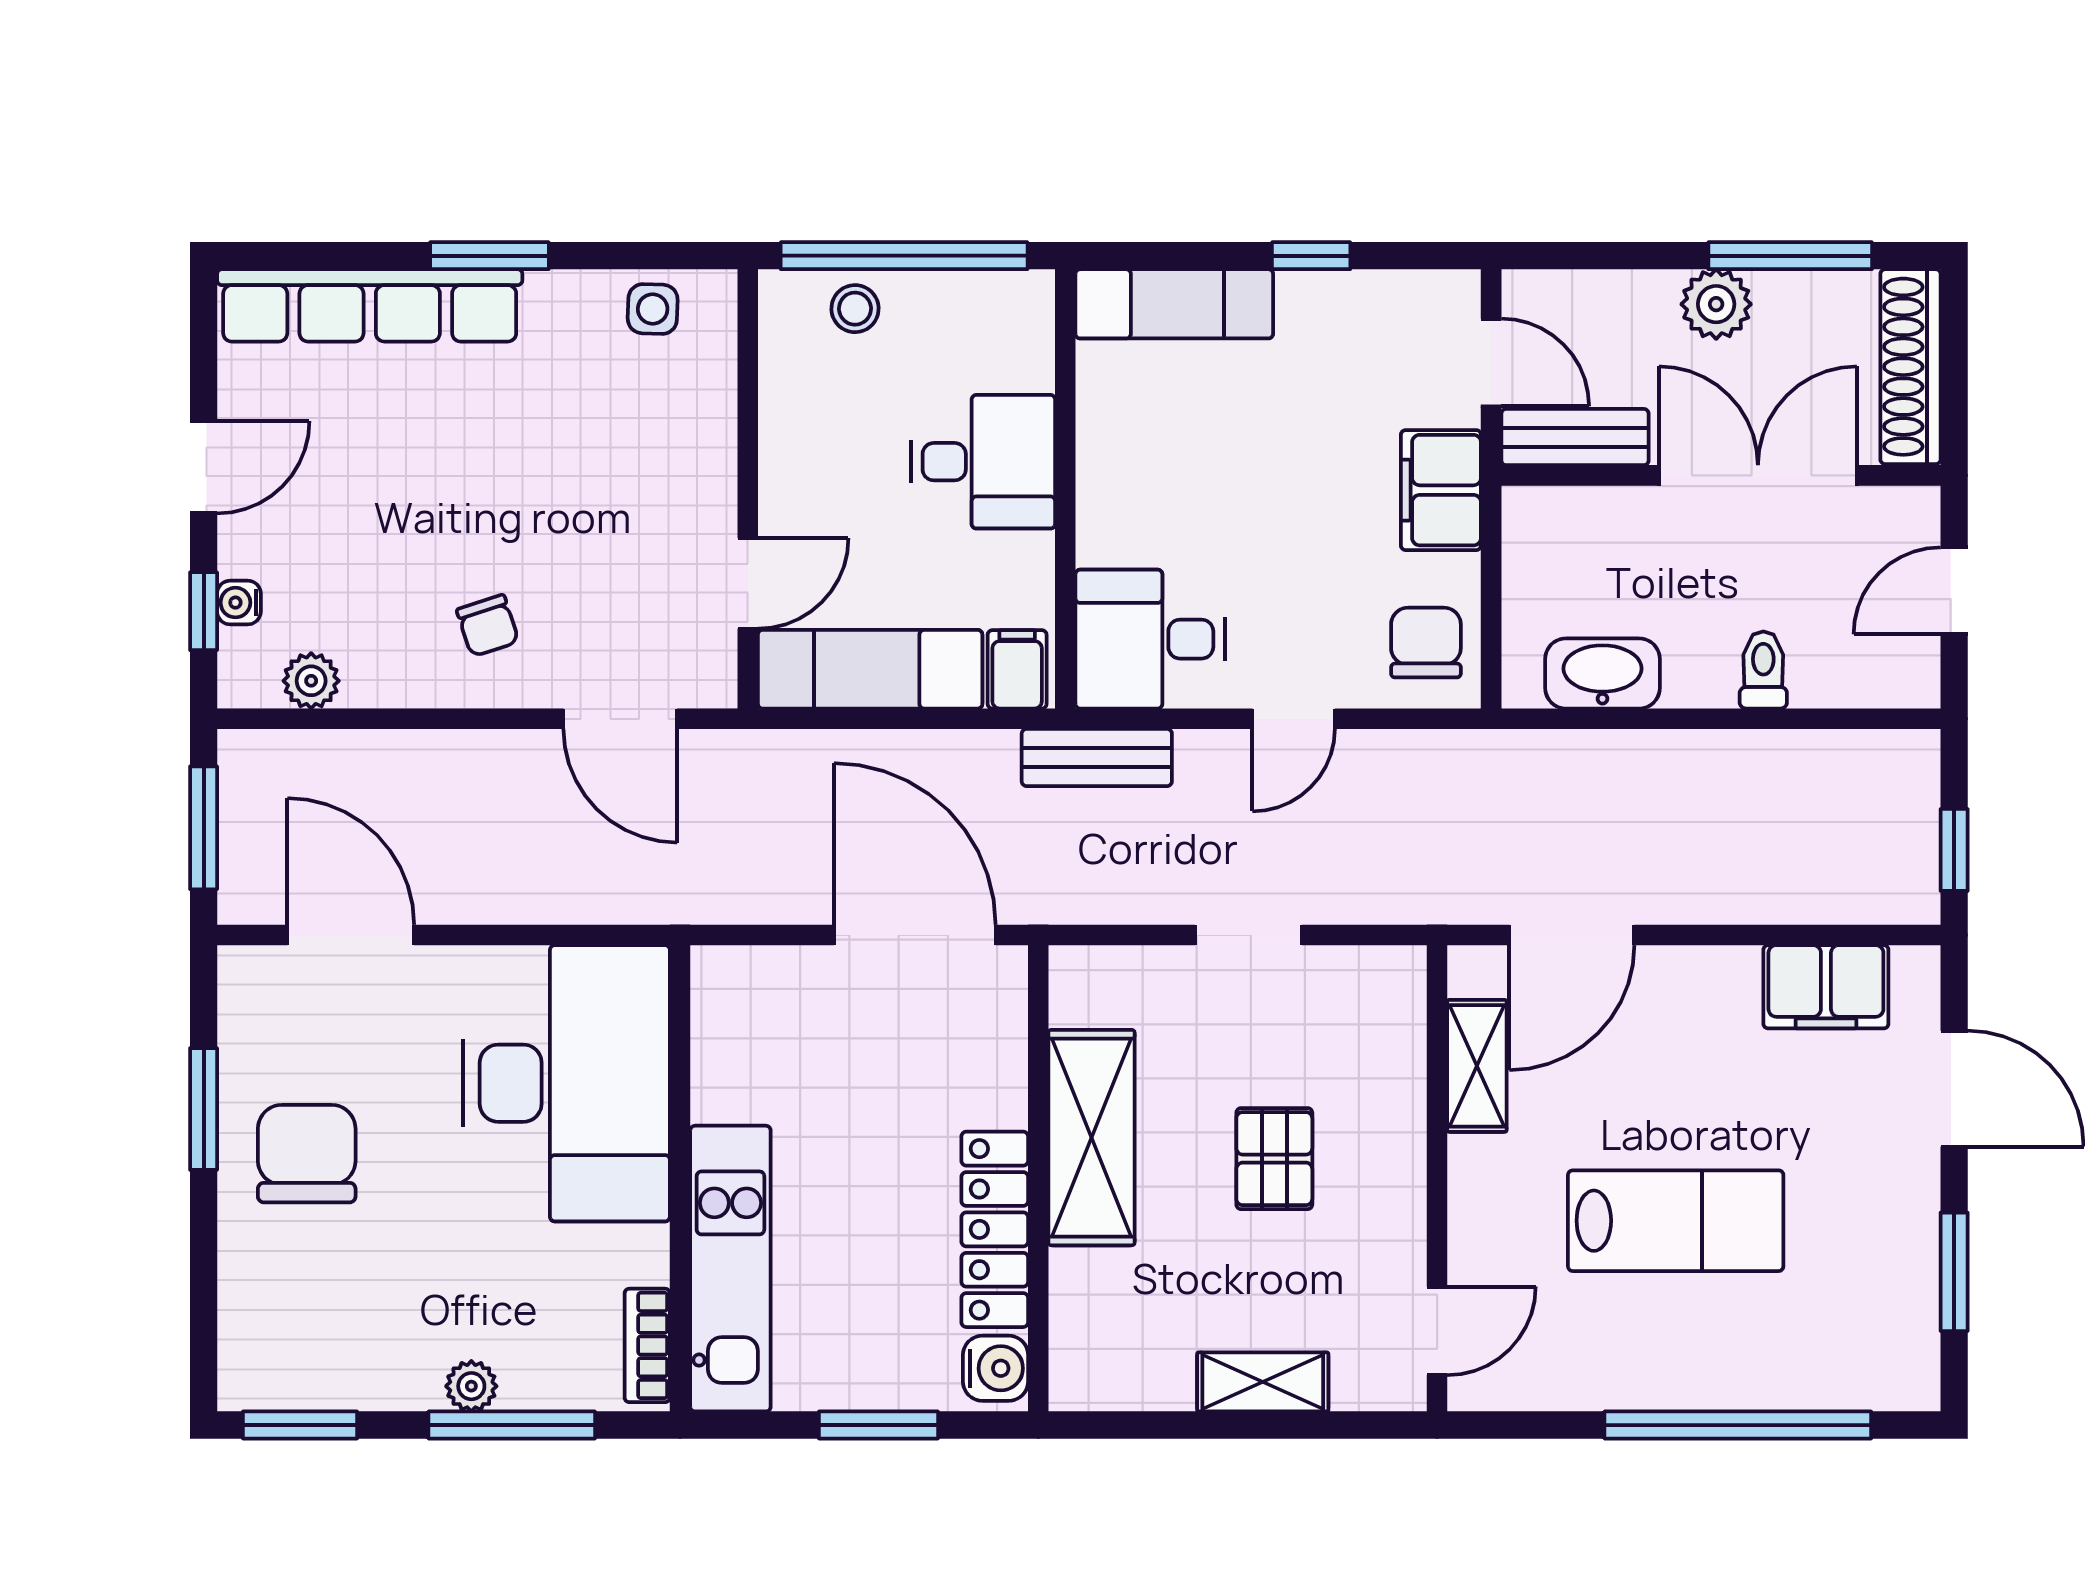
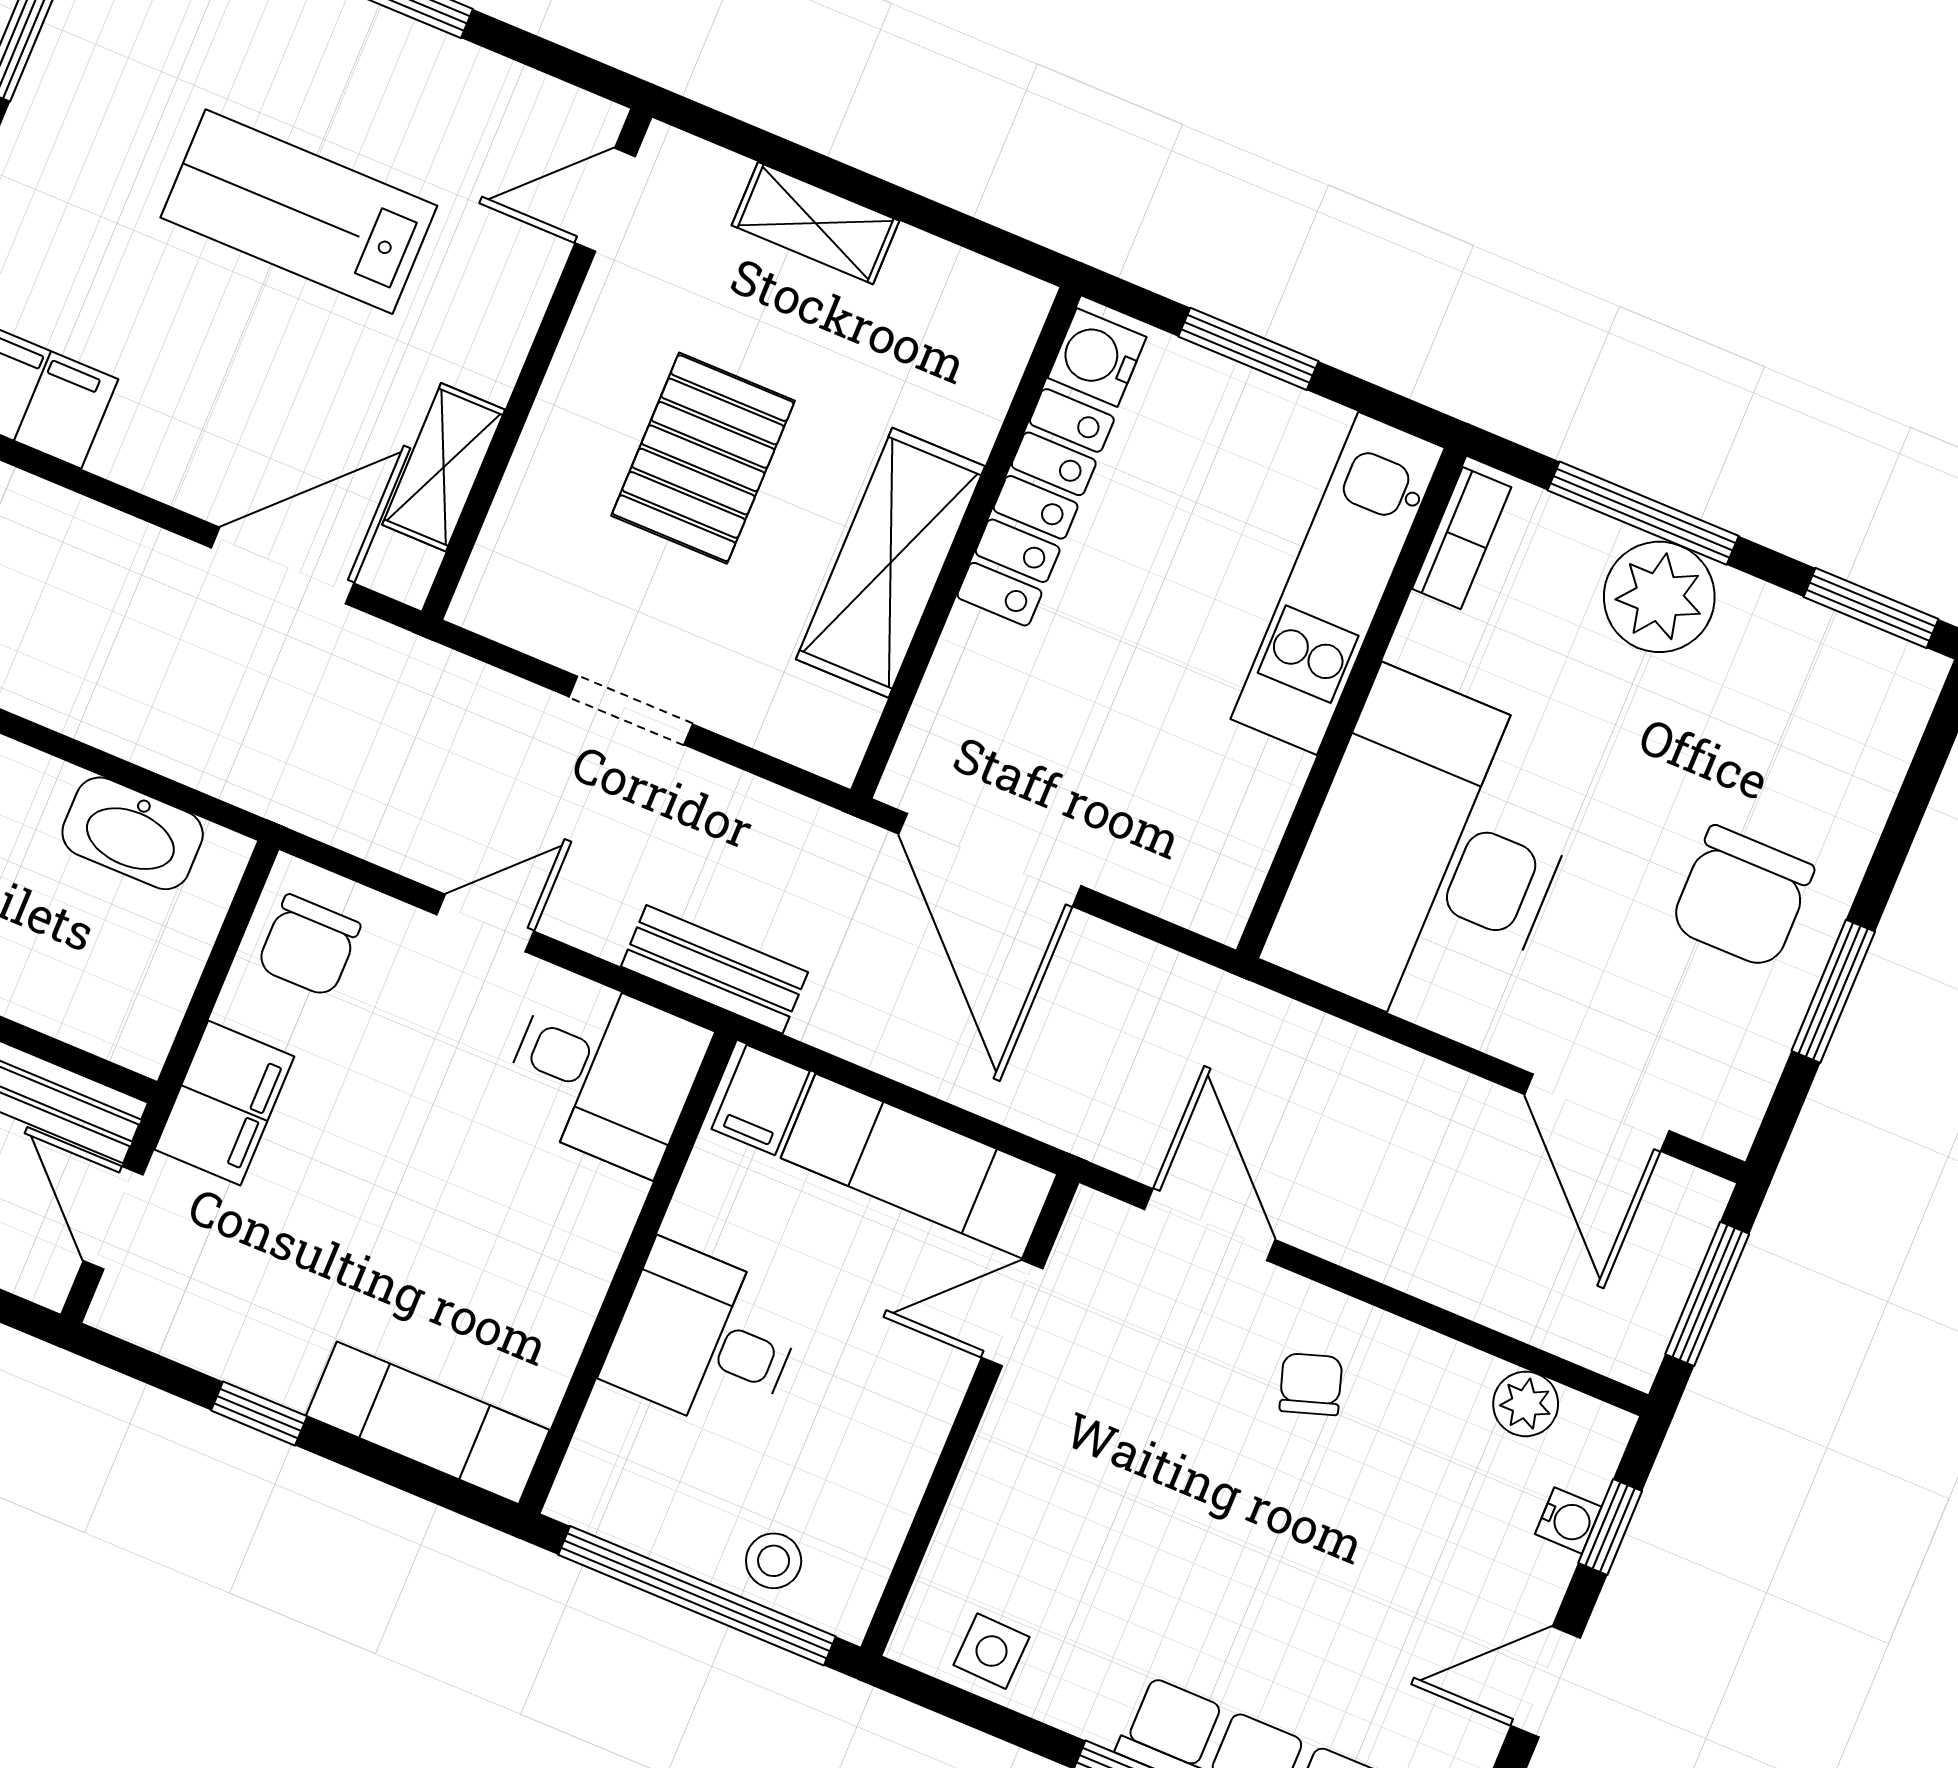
pallet: (1274, 1159) -> (703, 458), width x1.50, depth x1.42
plant: (471, 1386) -> (1659, 597), width x1.87, depth x1.87

